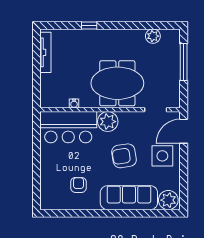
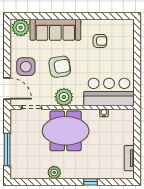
plant: (153, 36) -> (54, 172), moved
tv unit: (45, 52) -> (129, 158), width x0.71
plant: (108, 122) -> (64, 97), moved
door: (184, 131) -> (7, 88), hinge flipped
armchair: (78, 185) -> (100, 41), turned -90

